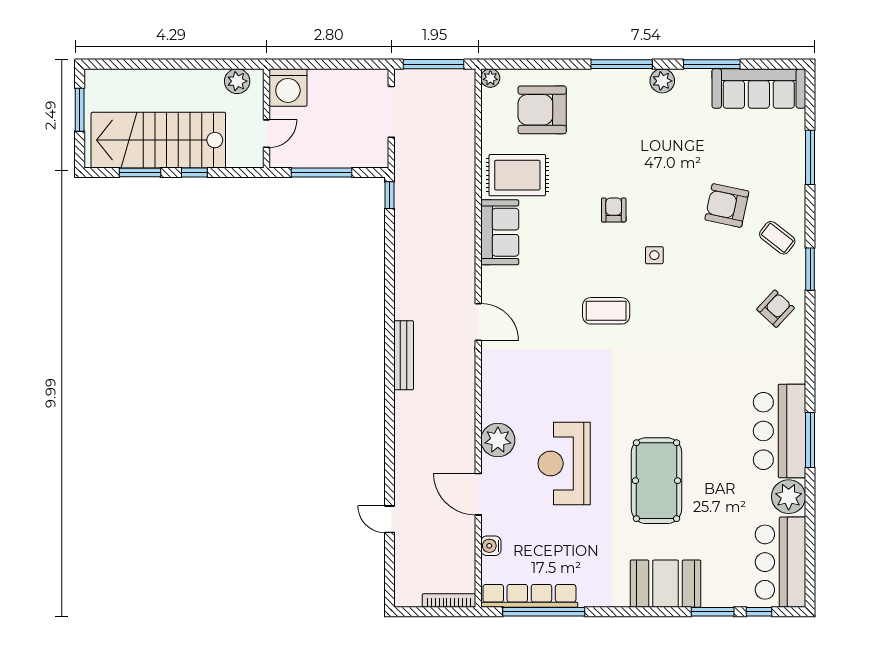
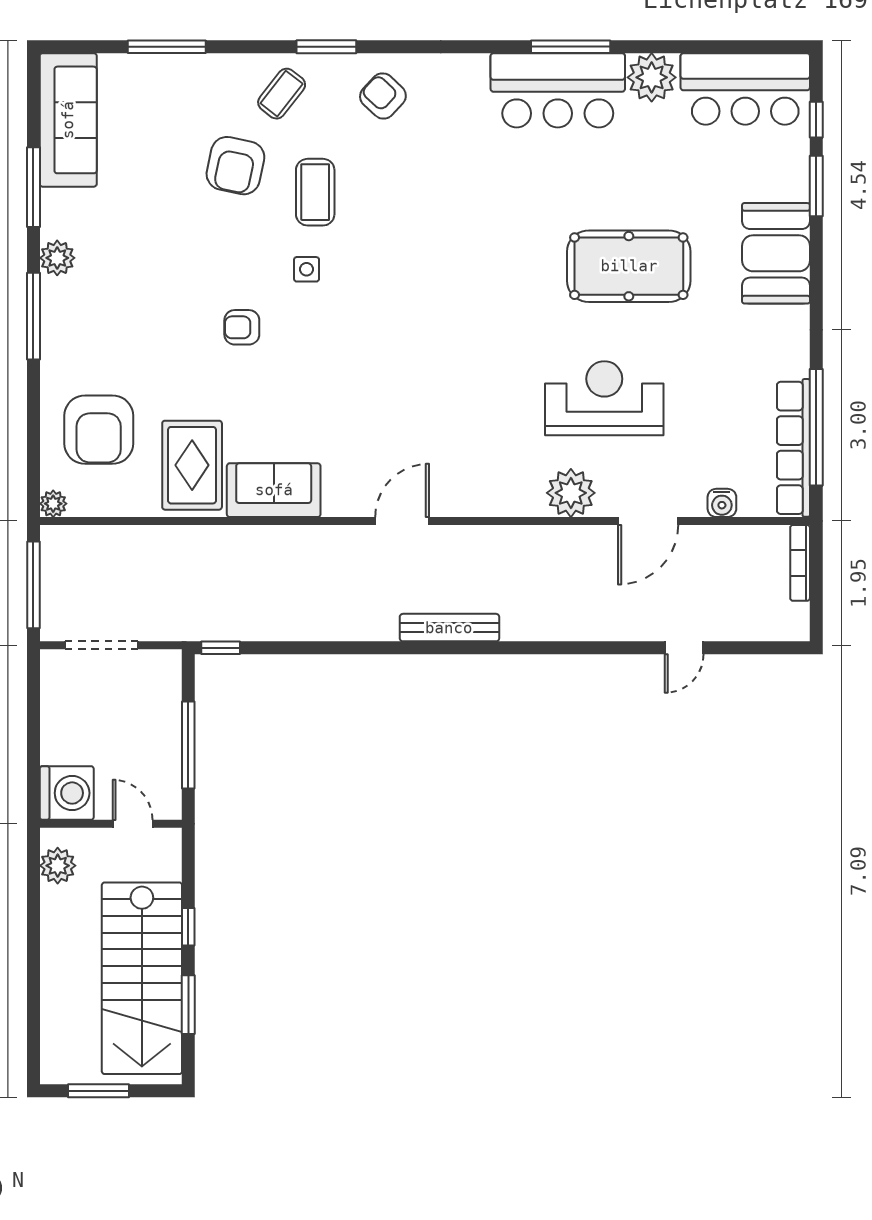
coffee table: (606, 311) -> (315, 192), moved
reception desk: (564, 464) -> (604, 398), turned 180

